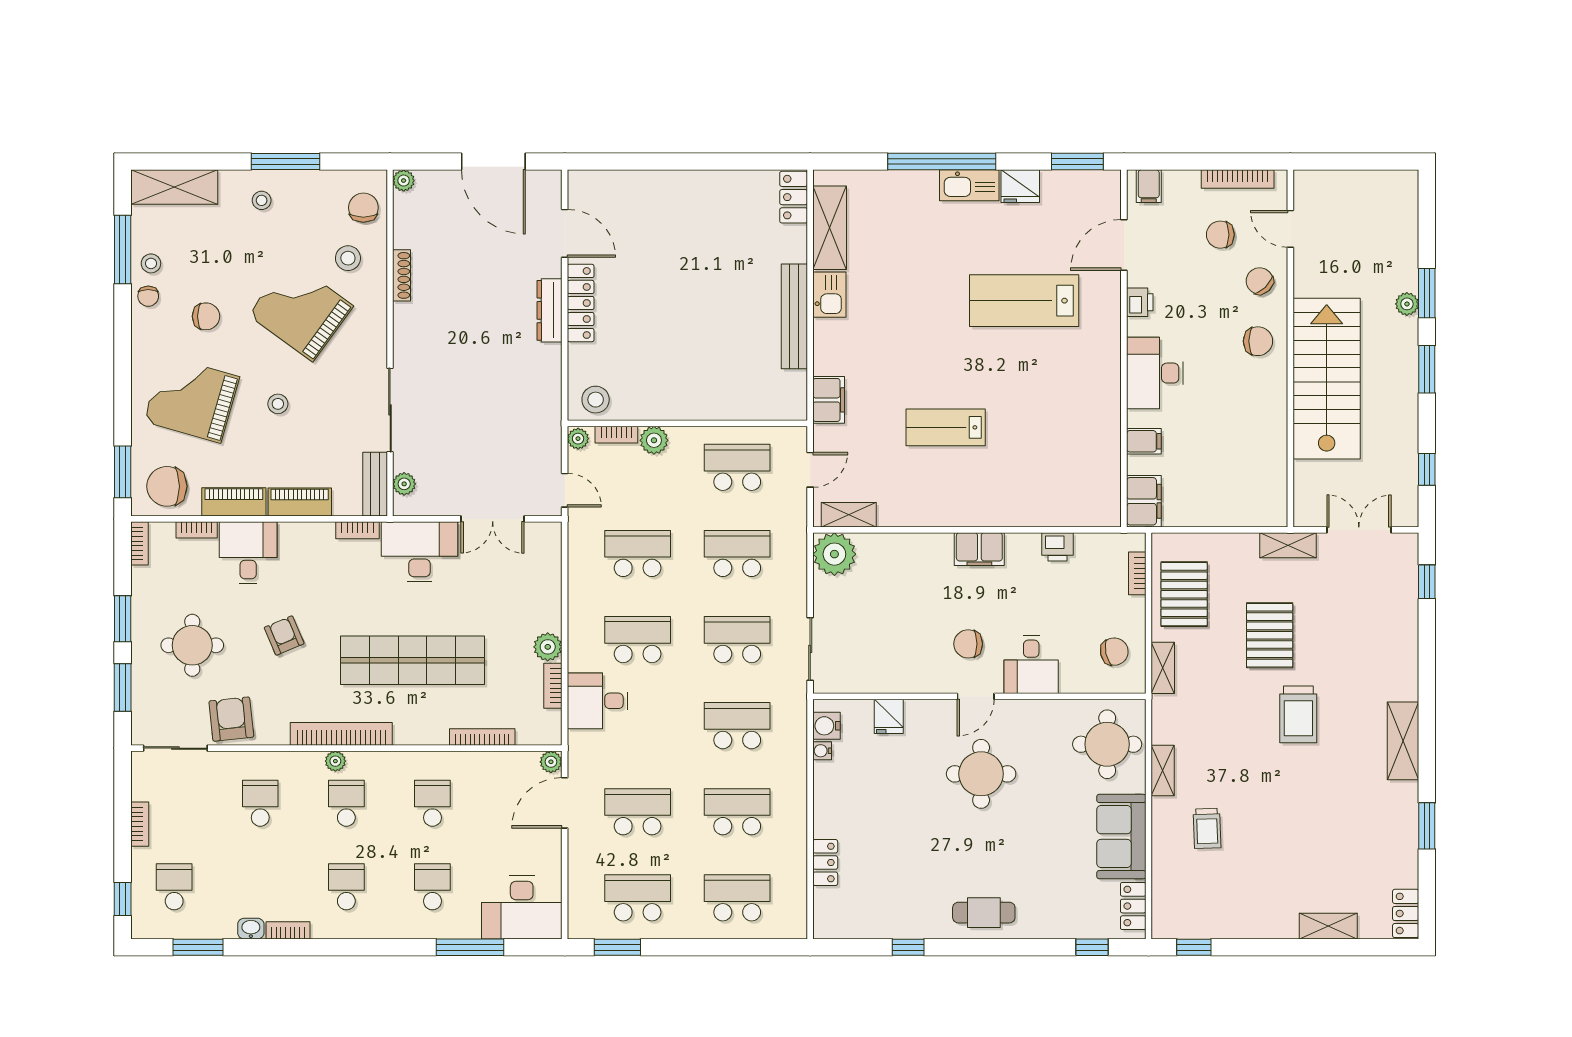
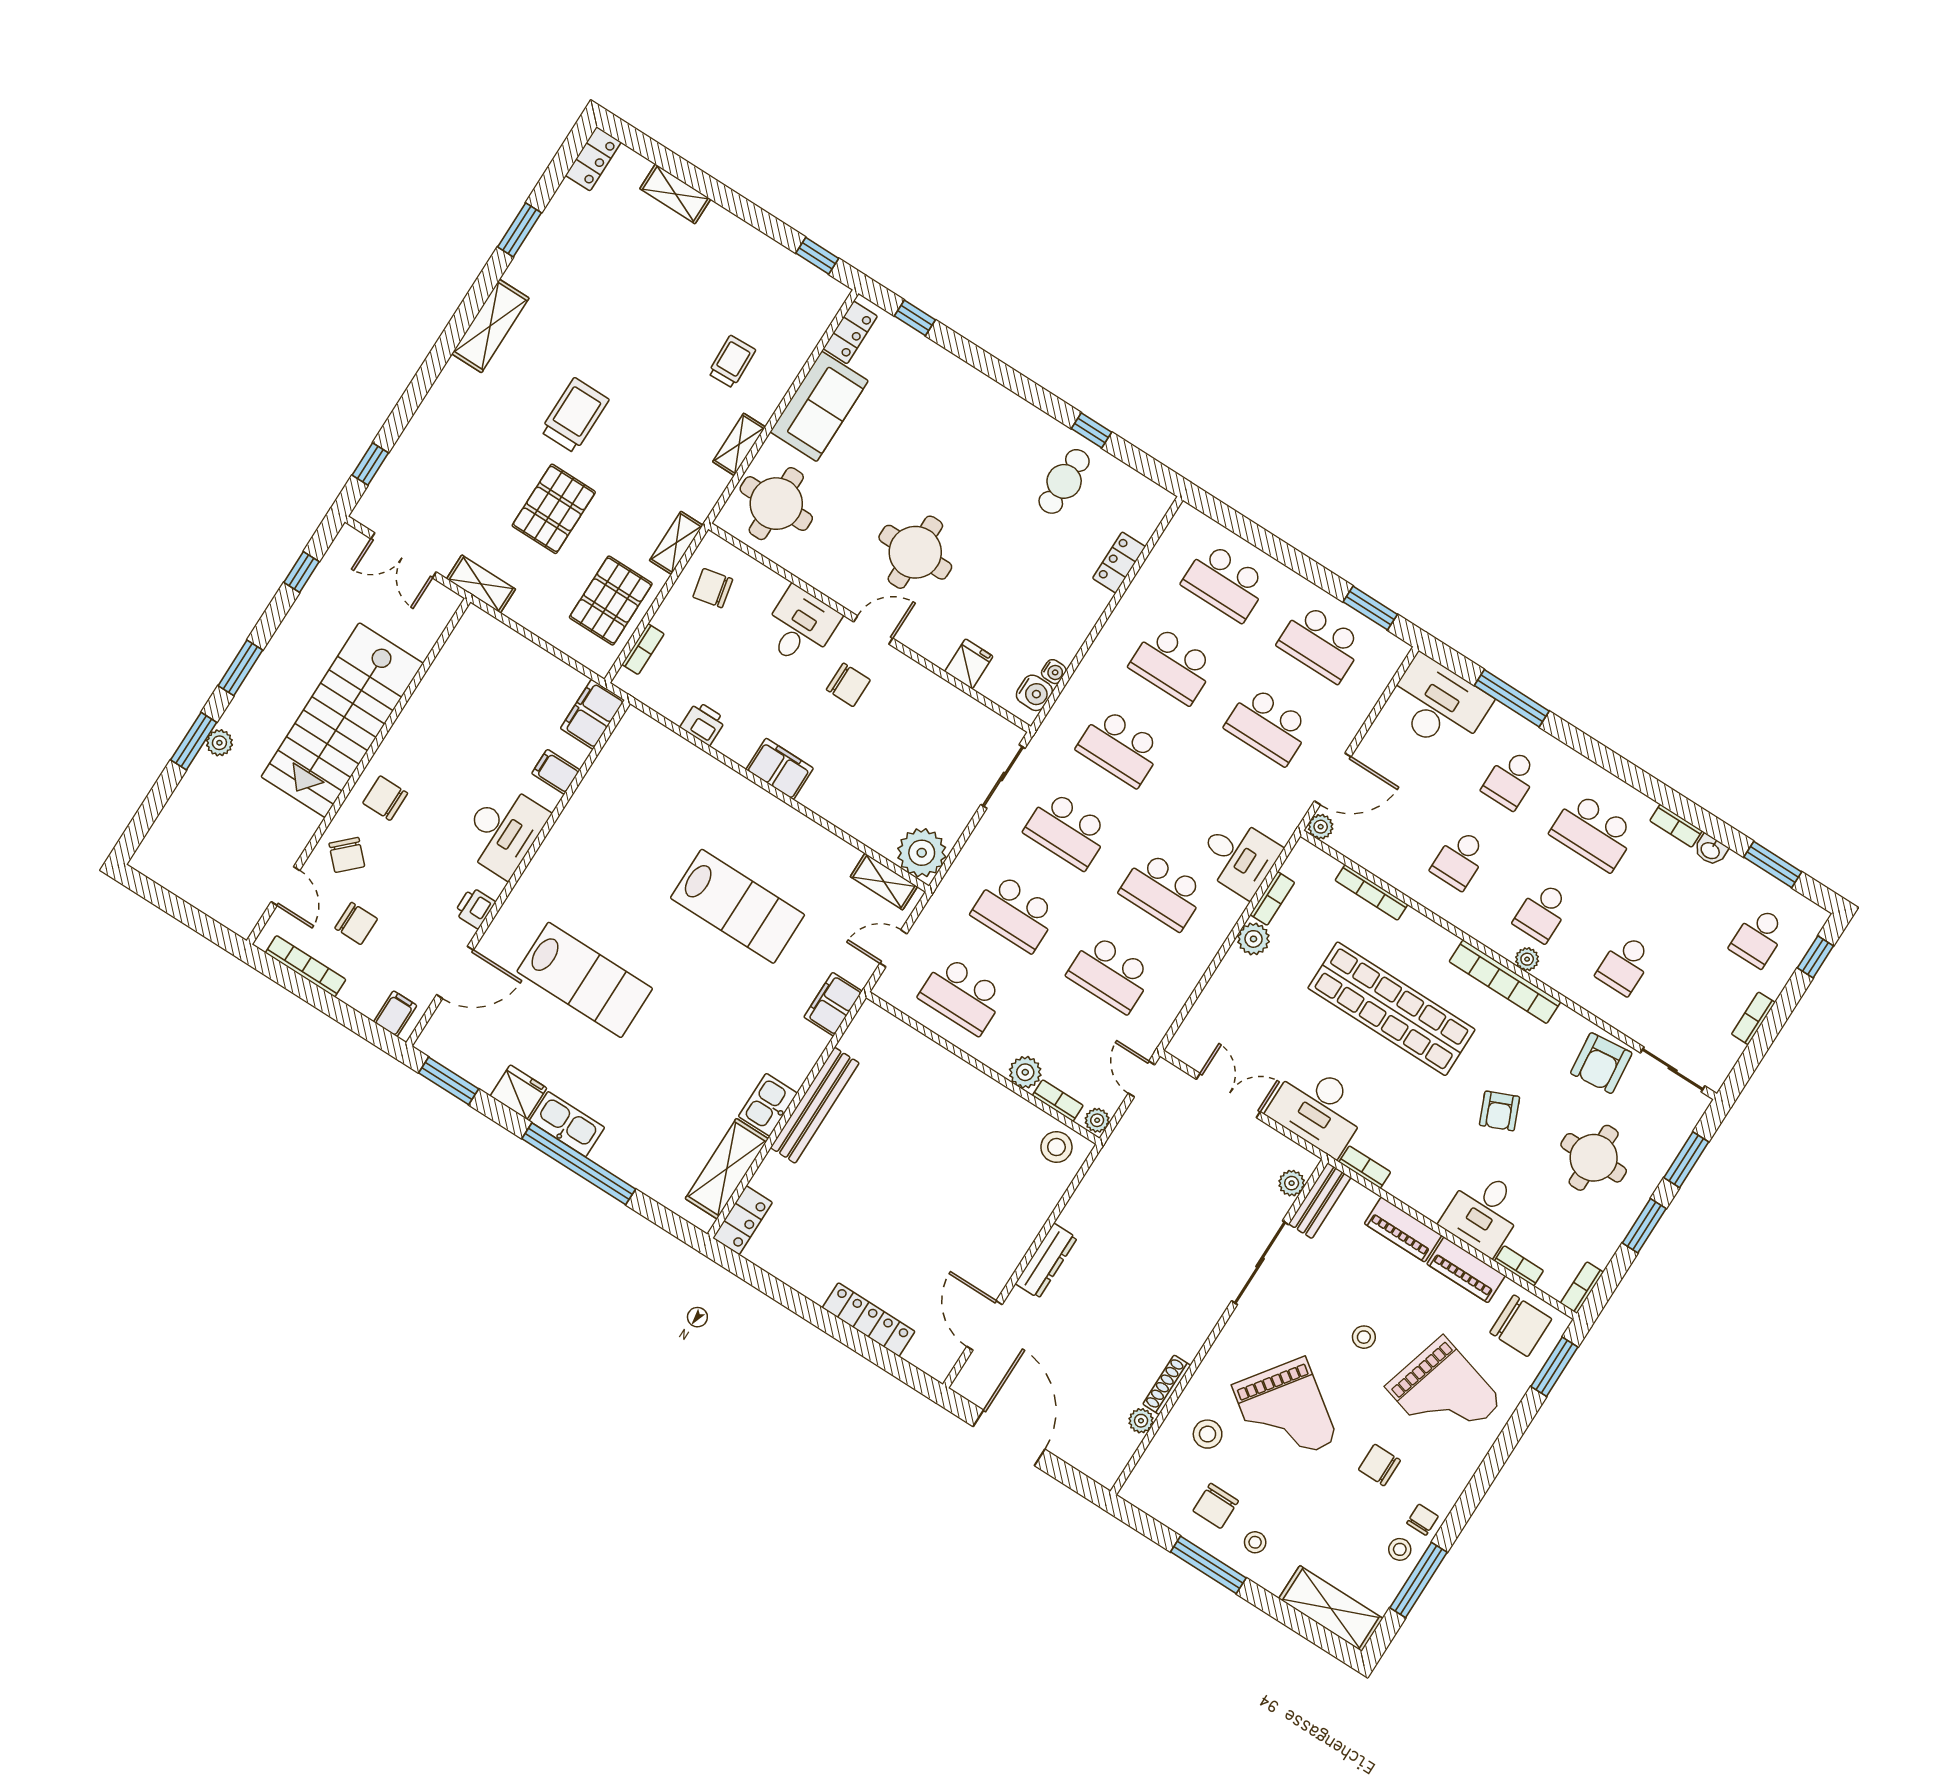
plant: (404, 181) -> (1141, 1421), moved
chair: (363, 208) -> (1216, 1506), moved
locker: (581, 303) -> (869, 1320), moved, turned 90
lab bench: (946, 427) -> (738, 906), width x1.36, depth x1.39
school desk: (346, 887) -> (1593, 832), width x1.85
cafe table: (984, 913) -> (1064, 481), moved, turned 90

